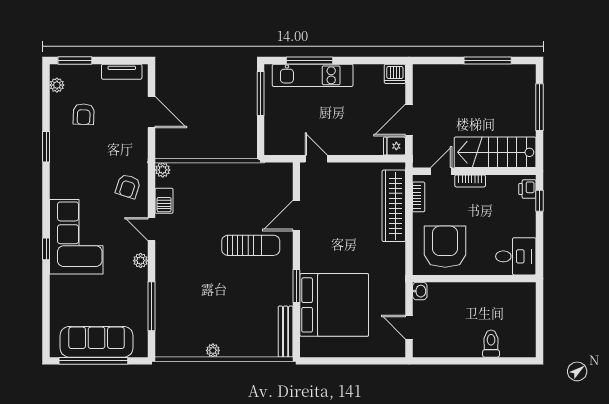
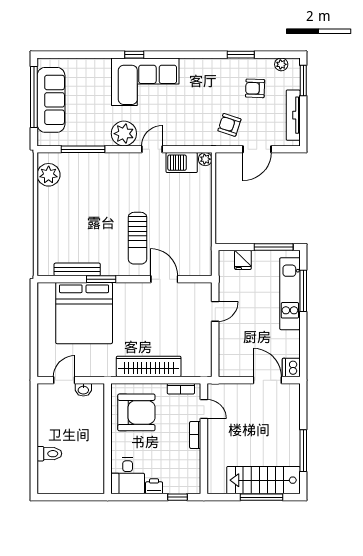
tv unit: (122, 72) -> (293, 115), width x1.41
door: (409, 120) -> (267, 380), moved
fridge: (395, 146) -> (243, 260), moved, turned 180
window: (46, 147) -> (241, 55), moved
stairs: (495, 152) -> (263, 480), moved, turned -90
door: (316, 159) -> (215, 311), moved
armchair: (128, 186) -> (229, 125), moved
printer: (527, 189) -> (154, 486), moved
barbecue: (164, 201) -> (182, 163), width x1.38, depth x1.27
wardrobe: (394, 206) -> (149, 366), moved
plant: (141, 261) -> (124, 134), width x1.88, depth x1.88
washbasin: (420, 291) -> (83, 390), moved
bench: (286, 332) -> (77, 269), moved
plant: (213, 350) -> (49, 175), moved, width x1.88, depth x1.88

